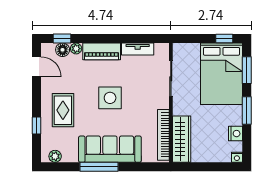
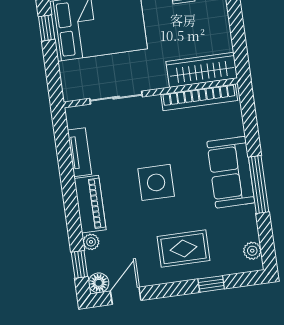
floor lamp: (63, 50) -> (99, 283), moved
sofa: (110, 149) -> (231, 172), width x0.73

